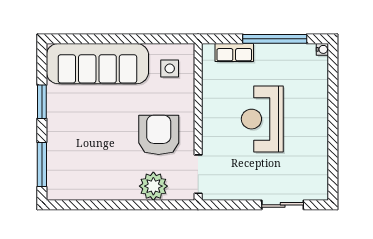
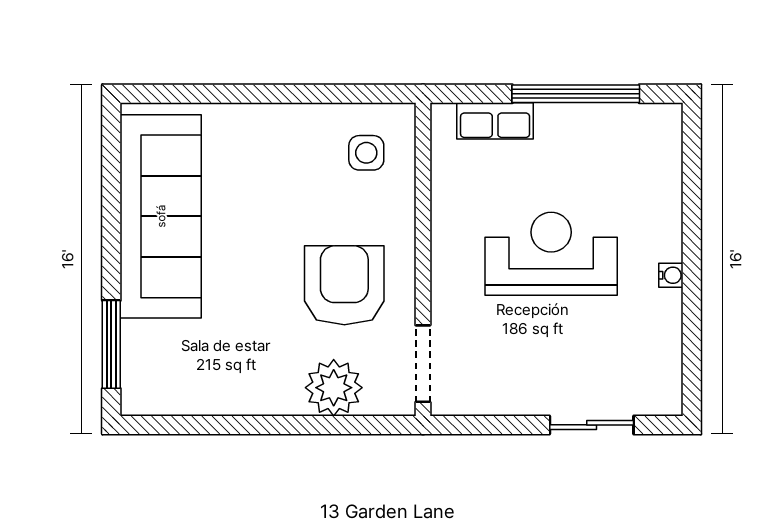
water cooler: (322, 49) -> (671, 275), moved
sofa: (97, 64) -> (161, 216), moved, turned -90
window: (42, 102) -> (111, 219), removed
reception desk: (262, 119) -> (551, 254), turned 90

